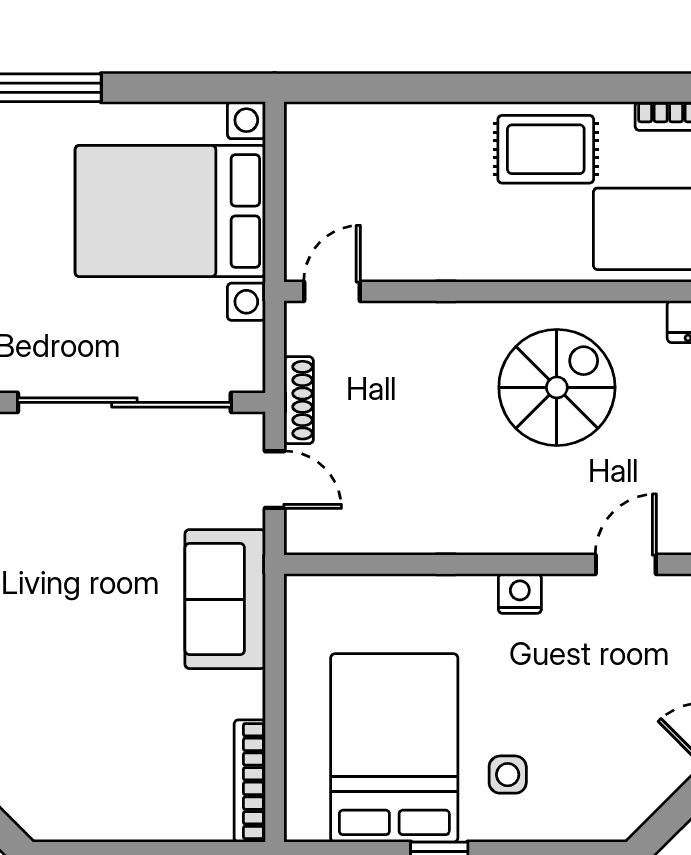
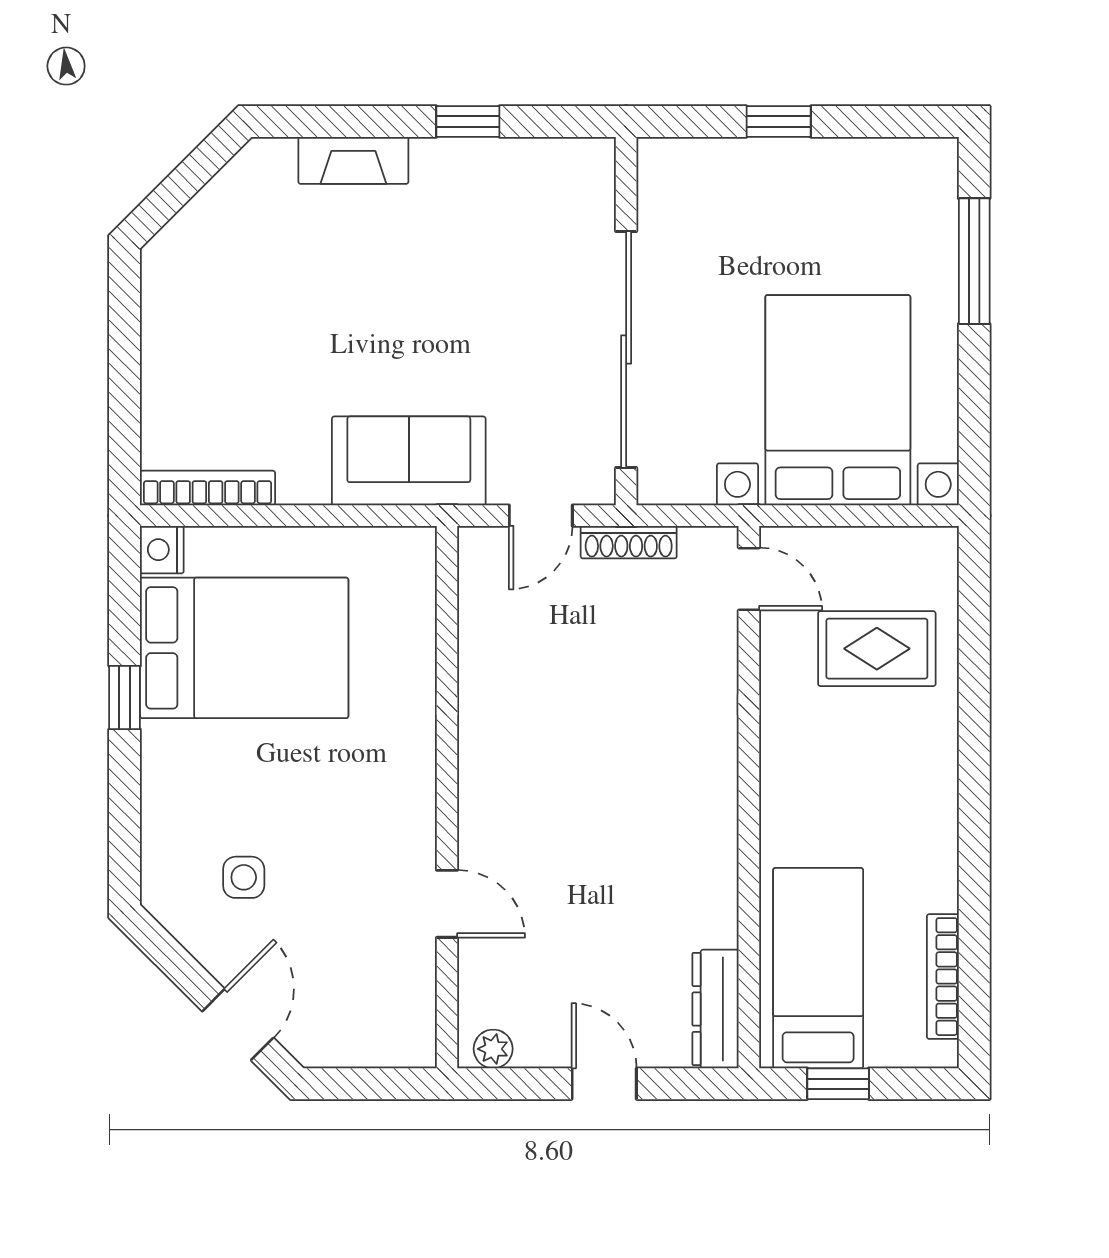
rug: (546, 149) -> (877, 649), moved, turned 90
spiral stairs: (557, 387) -> (643, 828), removed
nightstand: (520, 594) -> (162, 550), moved, turned 180
side table: (508, 775) -> (244, 877), moved

